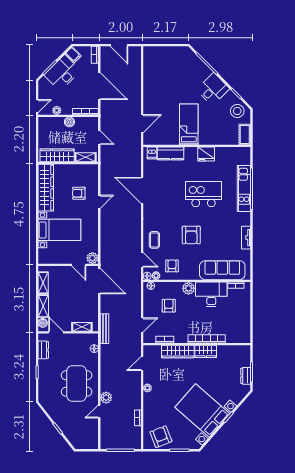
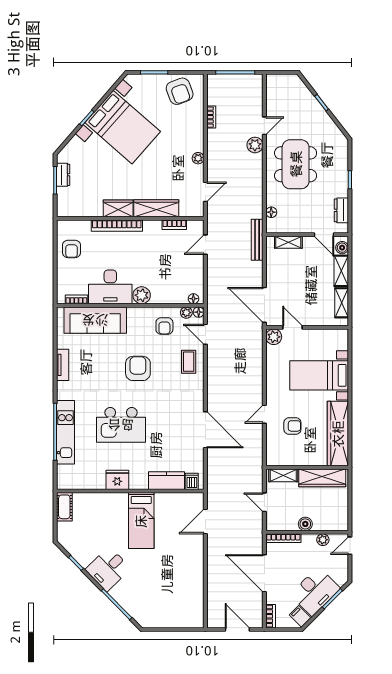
stool: (237, 111) -> (75, 539), removed
armchair: (169, 306) -> (72, 249), moved

